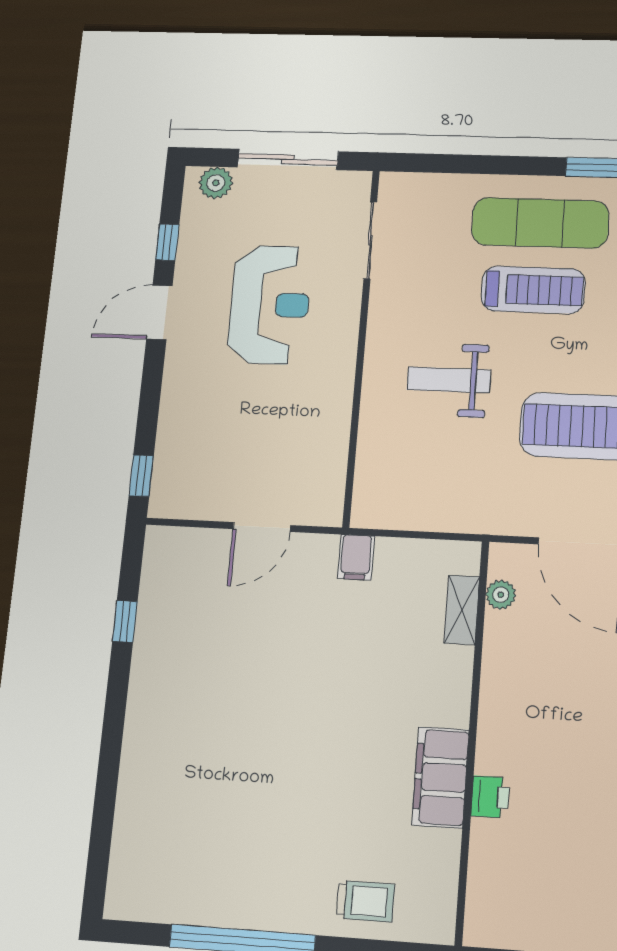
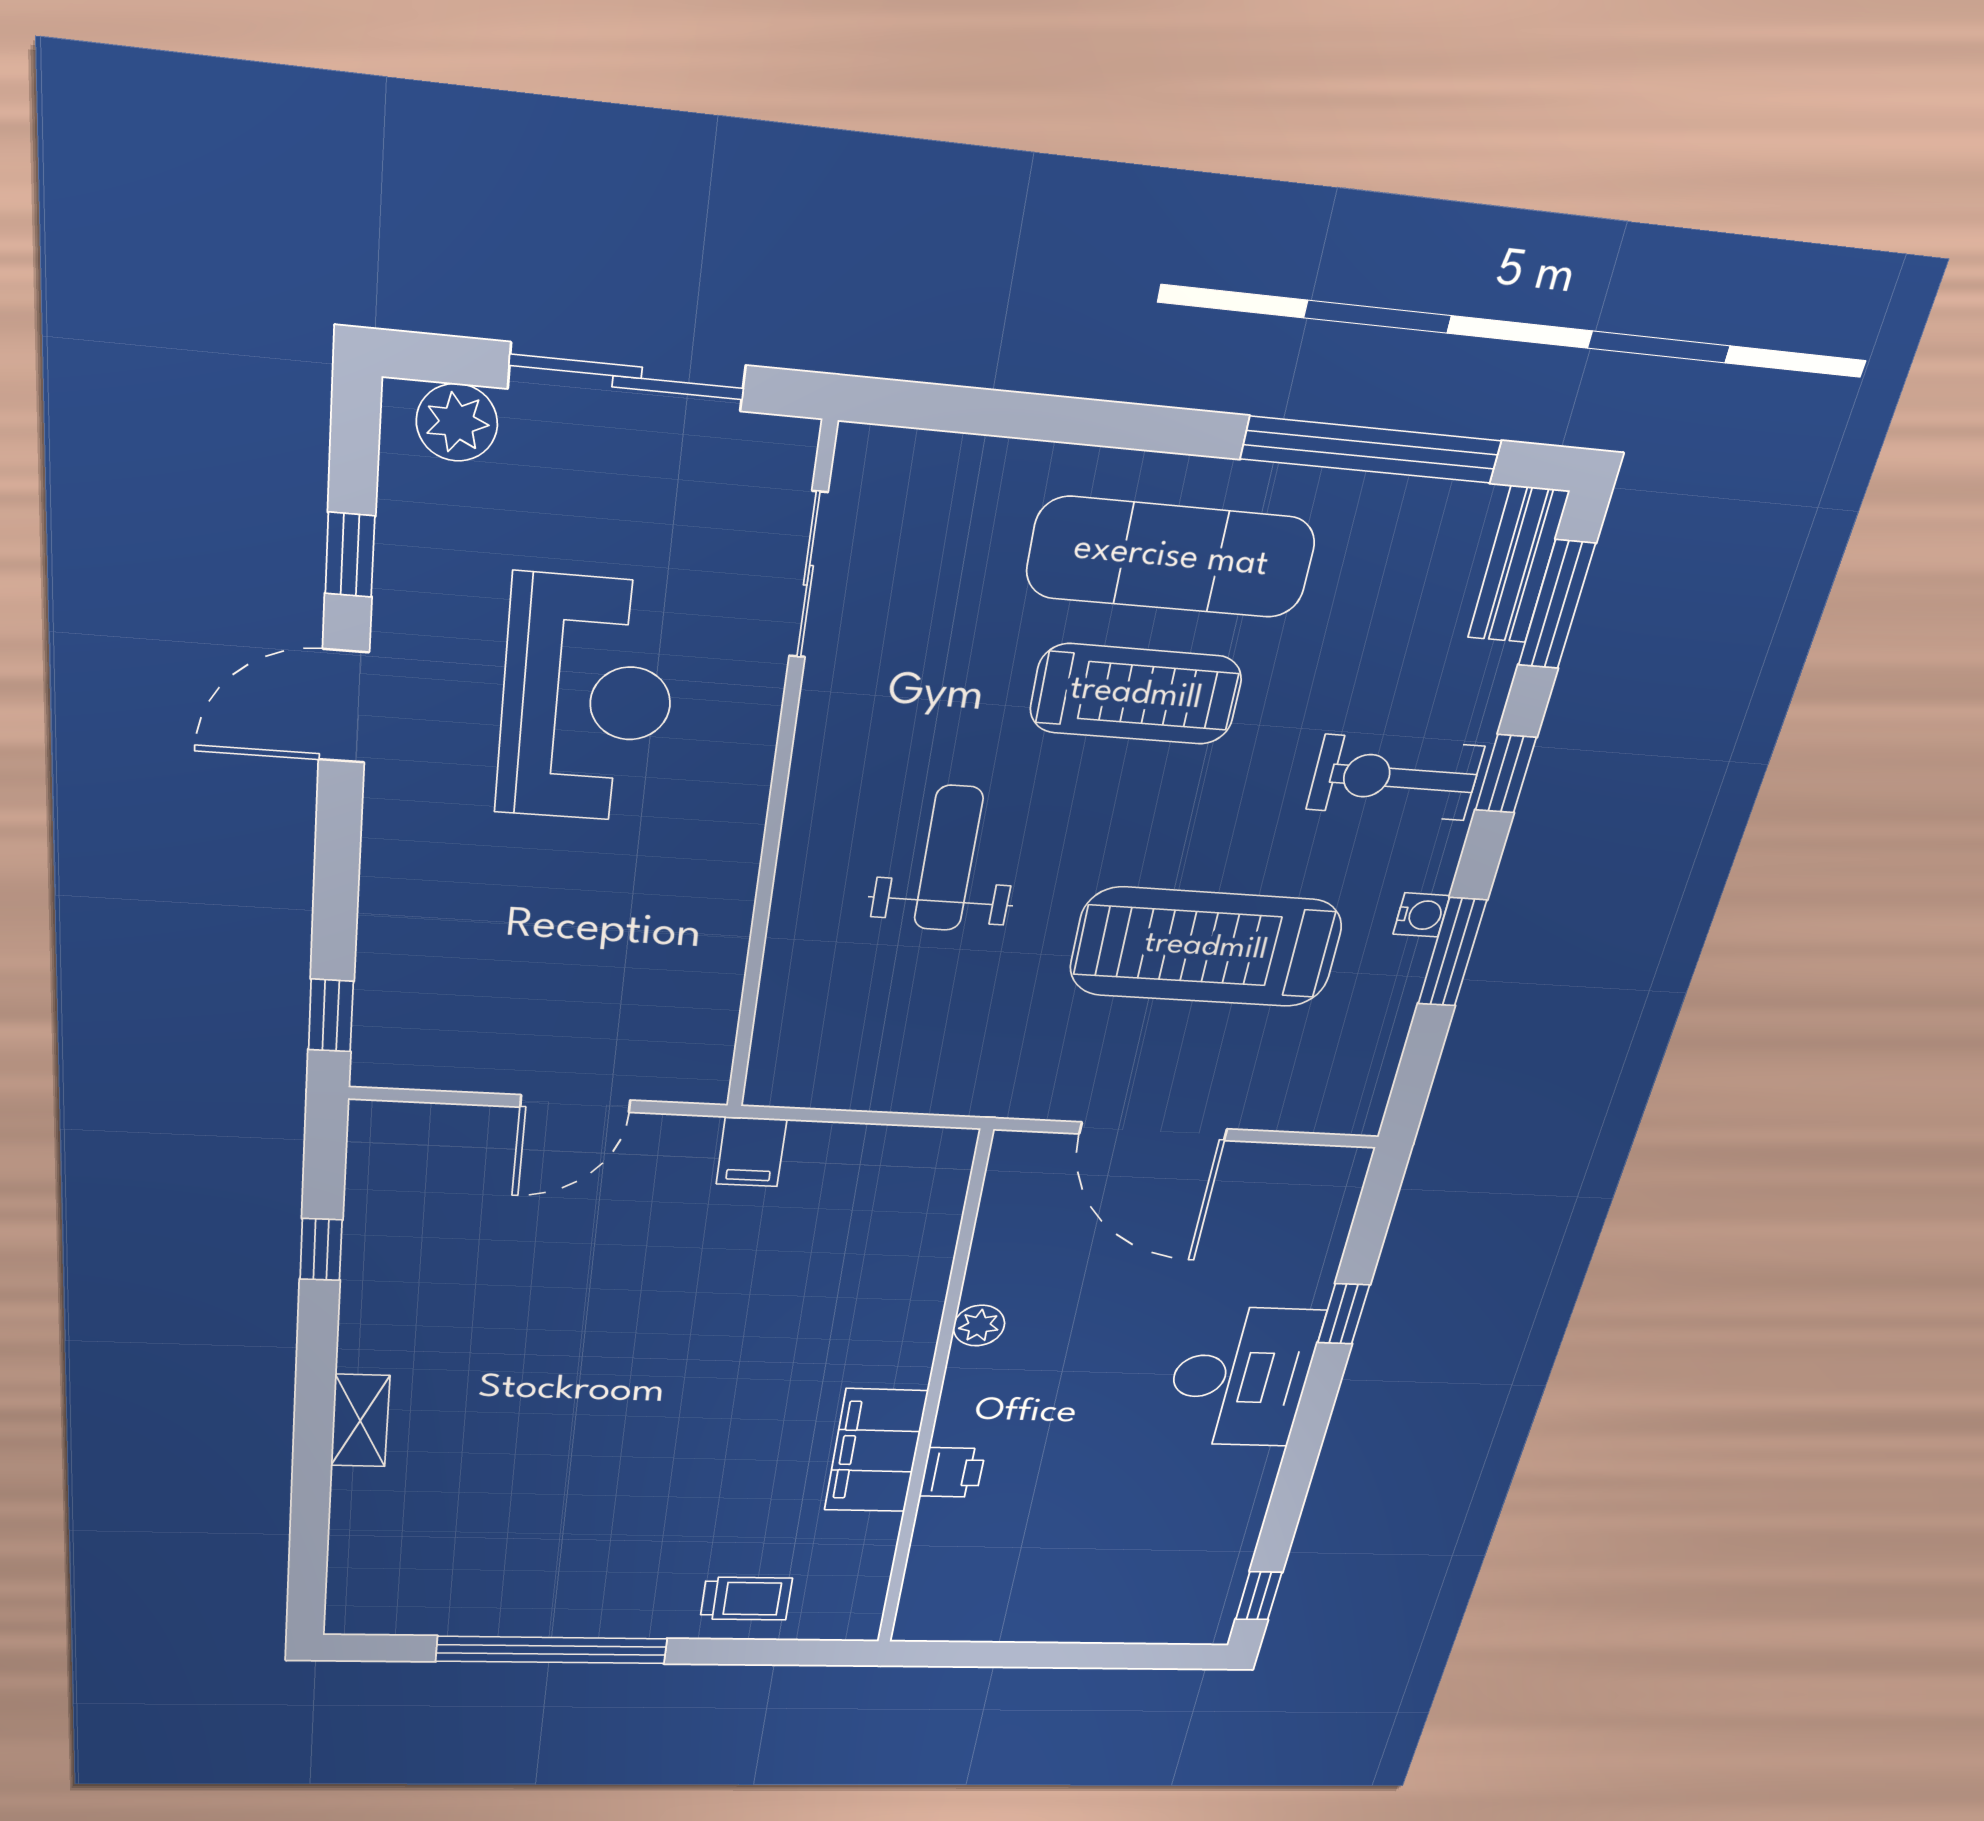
weight bench: (449, 380) -> (948, 859), turned 90
plant: (501, 595) -> (979, 1326), moved
shelving: (462, 610) -> (360, 1421), moved

